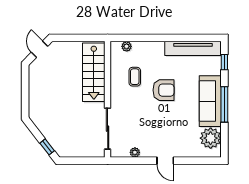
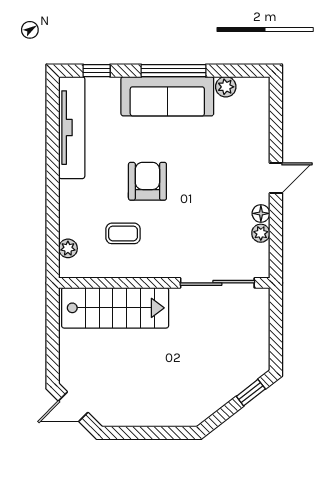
plant: (211, 138) -> (226, 87), width x0.53, depth x0.53
floor lamp: (146, 153) -> (261, 213), added

